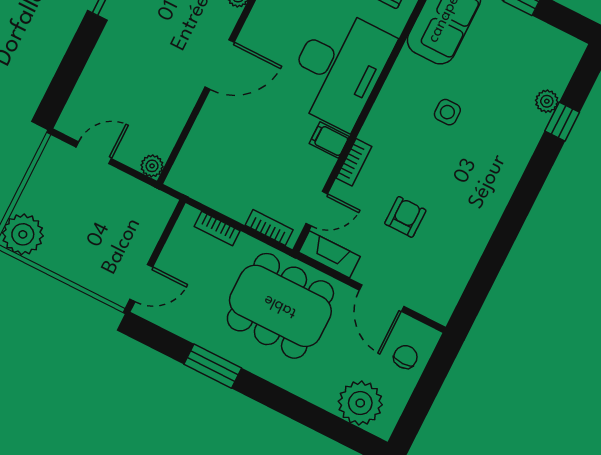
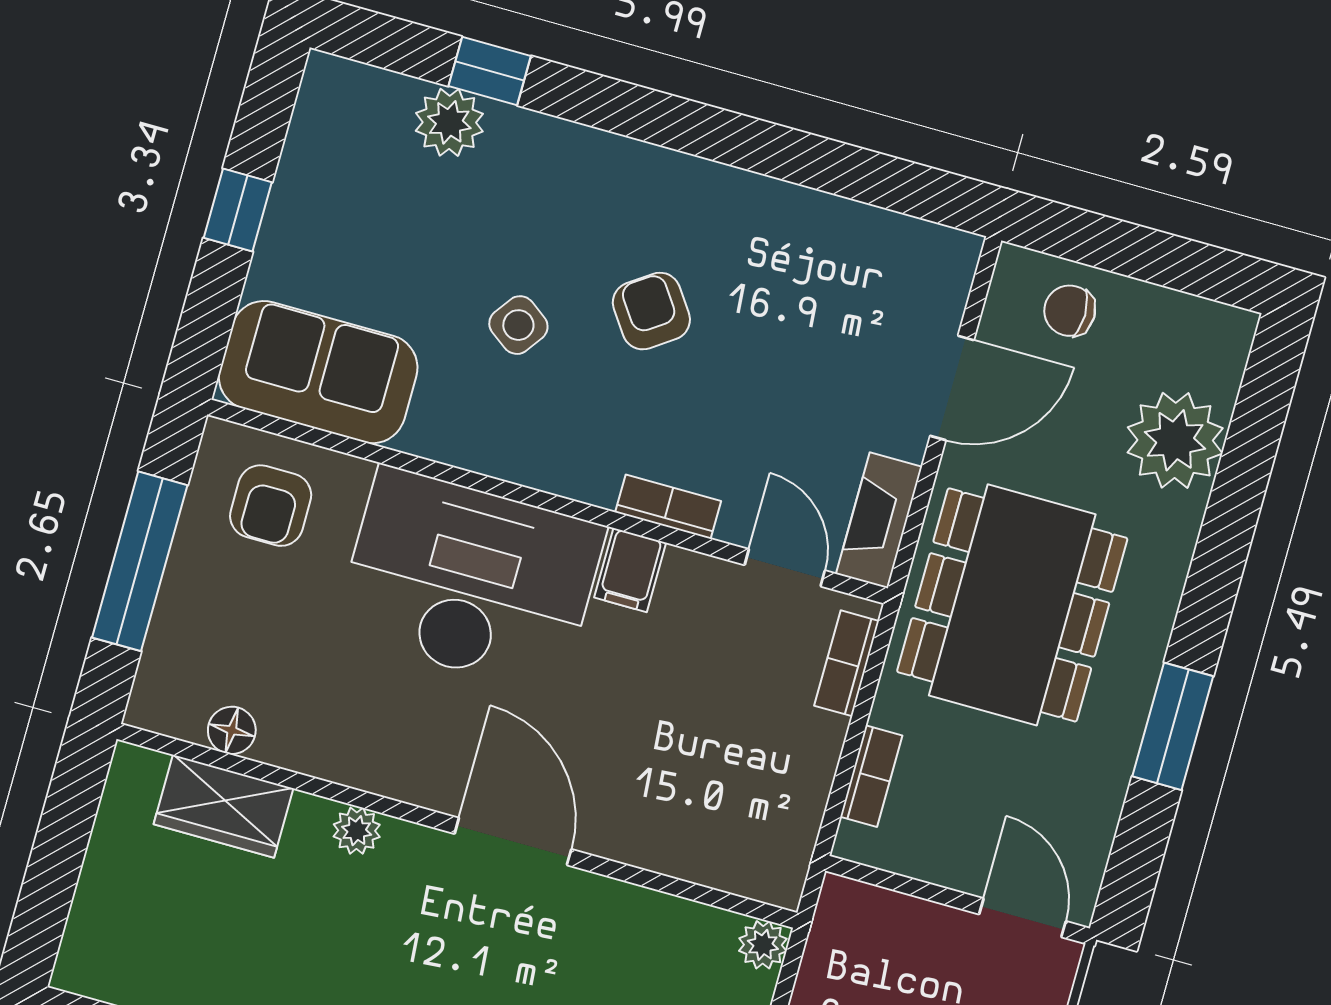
plant: (547, 101) -> (449, 122), width x1.38, depth x1.38
side table: (447, 112) -> (518, 325), turned 36
armchair: (405, 217) -> (651, 311), moved, turned 55
plant: (360, 403) -> (1175, 440), moved

